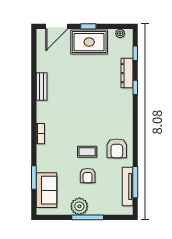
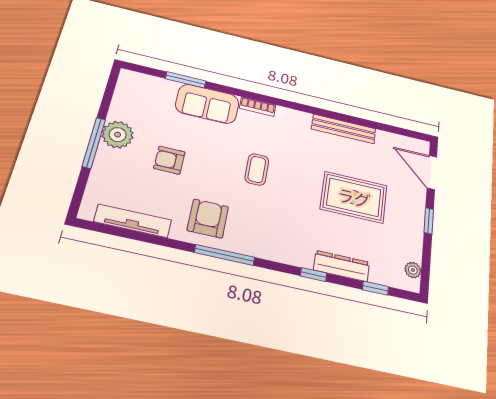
rug: (89, 42) -> (354, 197), moved, turned 90
bench: (42, 87) -> (344, 129), width x1.36
armchair: (117, 148) -> (208, 218), turned 90
coffee table: (87, 152) -> (257, 169), moved
window: (135, 182) -> (224, 255), moved
sofa: (46, 190) -> (207, 104), moved

